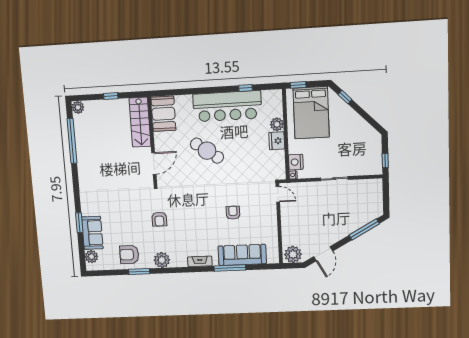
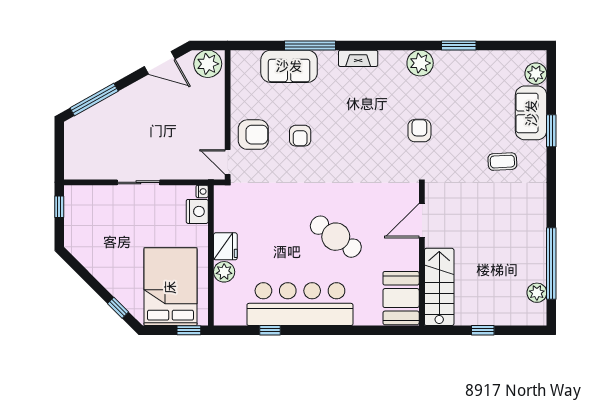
plant: (78, 107) -> (537, 293), moved
coffee table: (107, 202) -> (502, 162), added
armchair: (129, 254) -> (253, 135), moved
door: (323, 254) -> (160, 63), swing flipped
sofa: (242, 255) -> (289, 66), width x0.73

